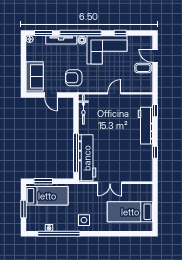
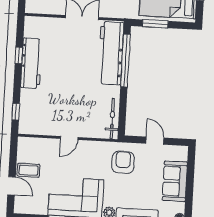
sofa: (35, 76) -> (175, 181), moved
armchair: (74, 78) -> (123, 162), turned -89
workbench: (145, 126) -> (31, 63), moved
window: (43, 181) -> (155, 24), moved

